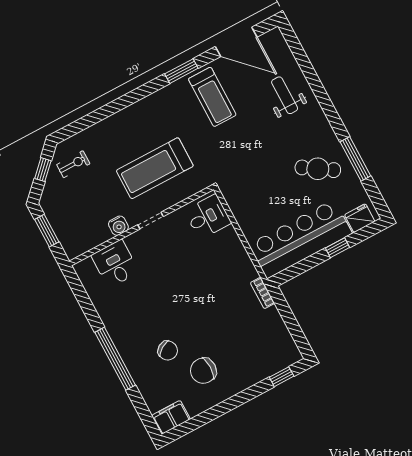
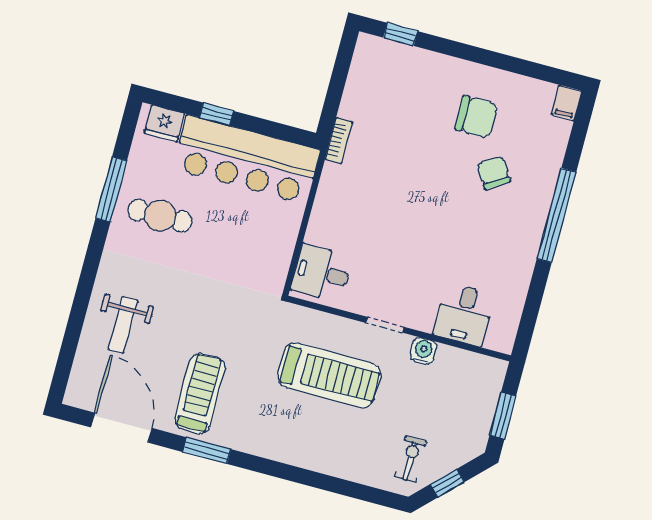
exercise bike: (73, 164) -> (410, 459), turned 90
cafe table: (318, 169) -> (160, 216), turned -33
filing cabinet: (171, 417) -> (567, 103), width x0.50

